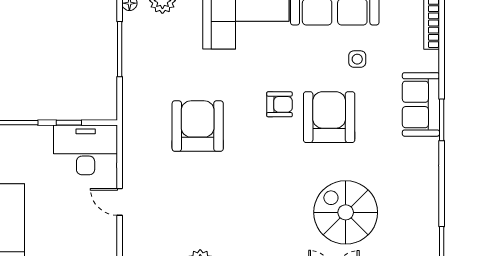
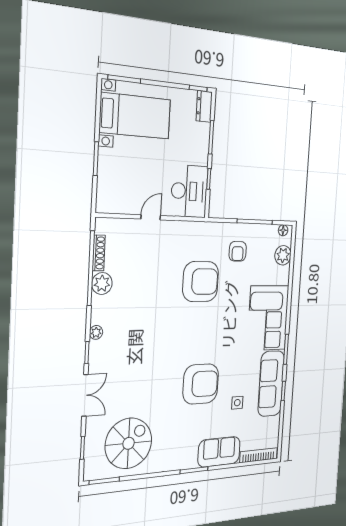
armchair: (279, 104) -> (238, 251), moved
sofa: (421, 104) -> (219, 452), moved
spiral stairs: (346, 212) -> (129, 443), moved

